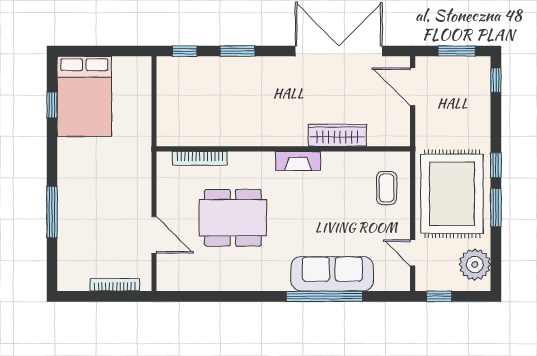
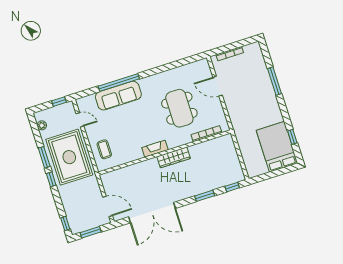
wardrobe: (337, 135) -> (174, 157), moved
dining table: (233, 218) -> (179, 108), turned 90
plant: (475, 264) -> (42, 125), width x0.53, depth x0.53

